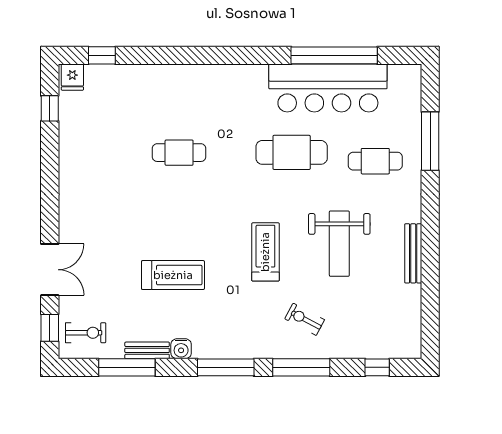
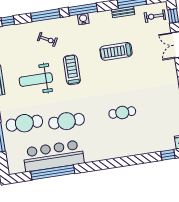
cafe table: (375, 161) -> (24, 123), width x1.37, depth x1.35
weight bench: (339, 244) -> (36, 80), turned -90
treadmill: (265, 252) -> (72, 70), turned 180
water cooler: (181, 349) -> (83, 19), moved

